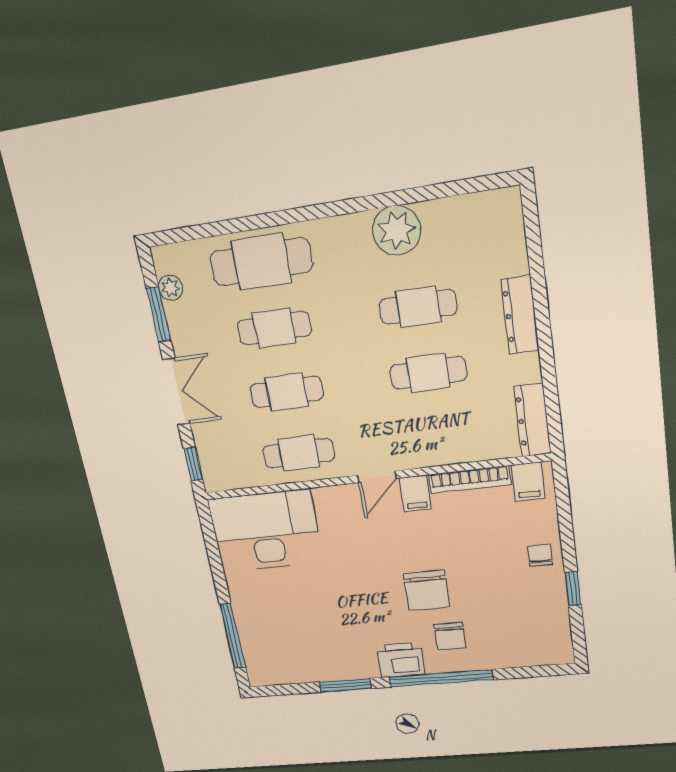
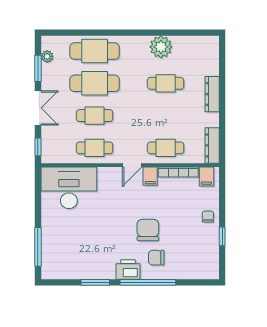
cafe table: (274, 328) -> (95, 83), width x1.37, depth x1.35
cafe table: (428, 373) -> (166, 148), moved
chair: (427, 590) -> (148, 230), turned 180
chair: (450, 636) -> (156, 258), turned 90

